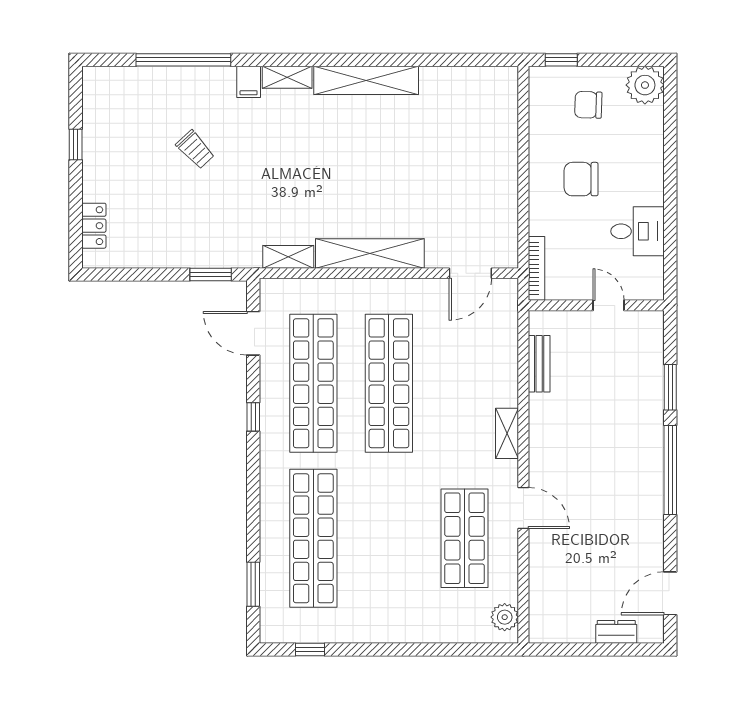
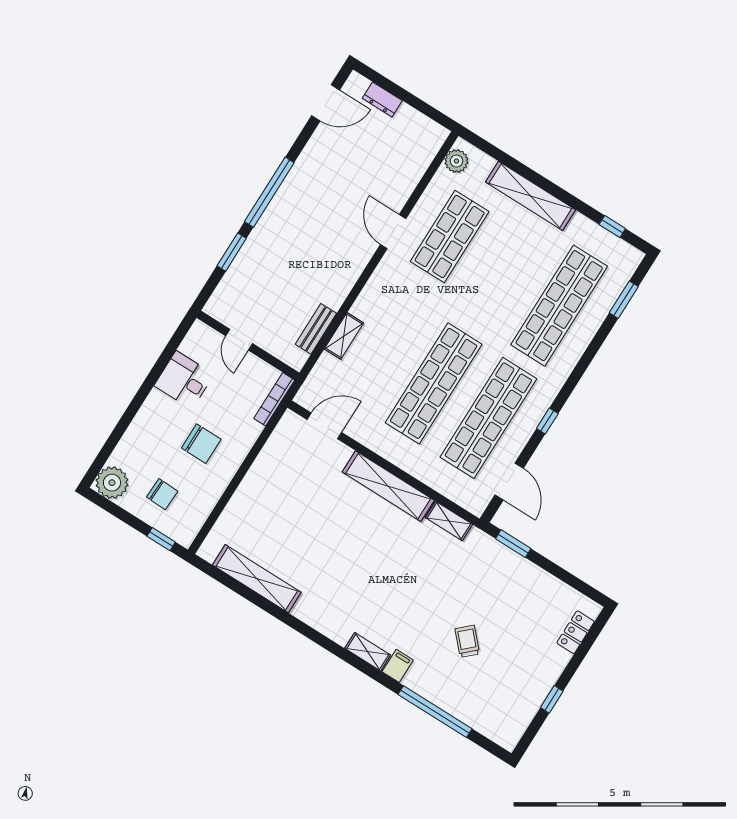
shelving: (366, 80) -> (257, 579), moved
shelving: (507, 433) -> (344, 336), moved
shelving: (410, 629) -> (530, 196), added

